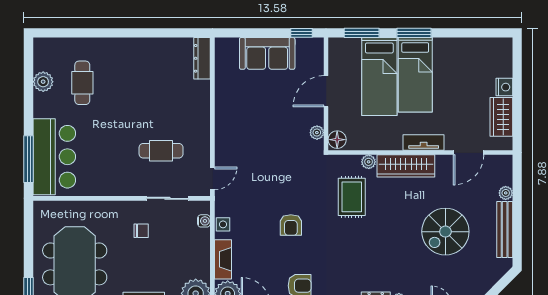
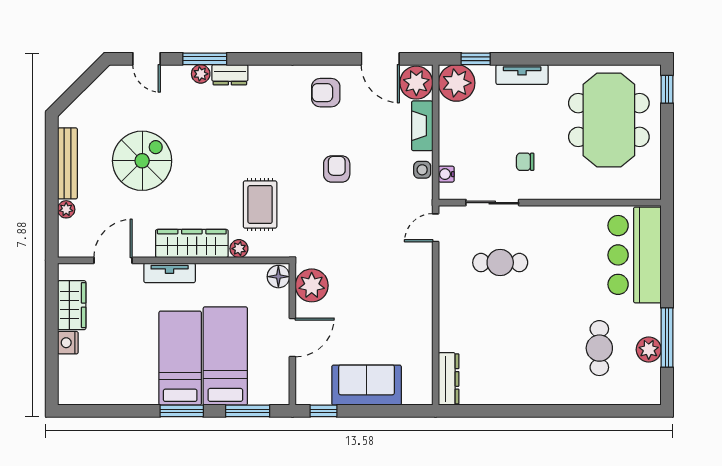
plant: (317, 133) -> (312, 285), width x1.88, depth x1.88
window: (29, 159) -> (667, 338), moved

